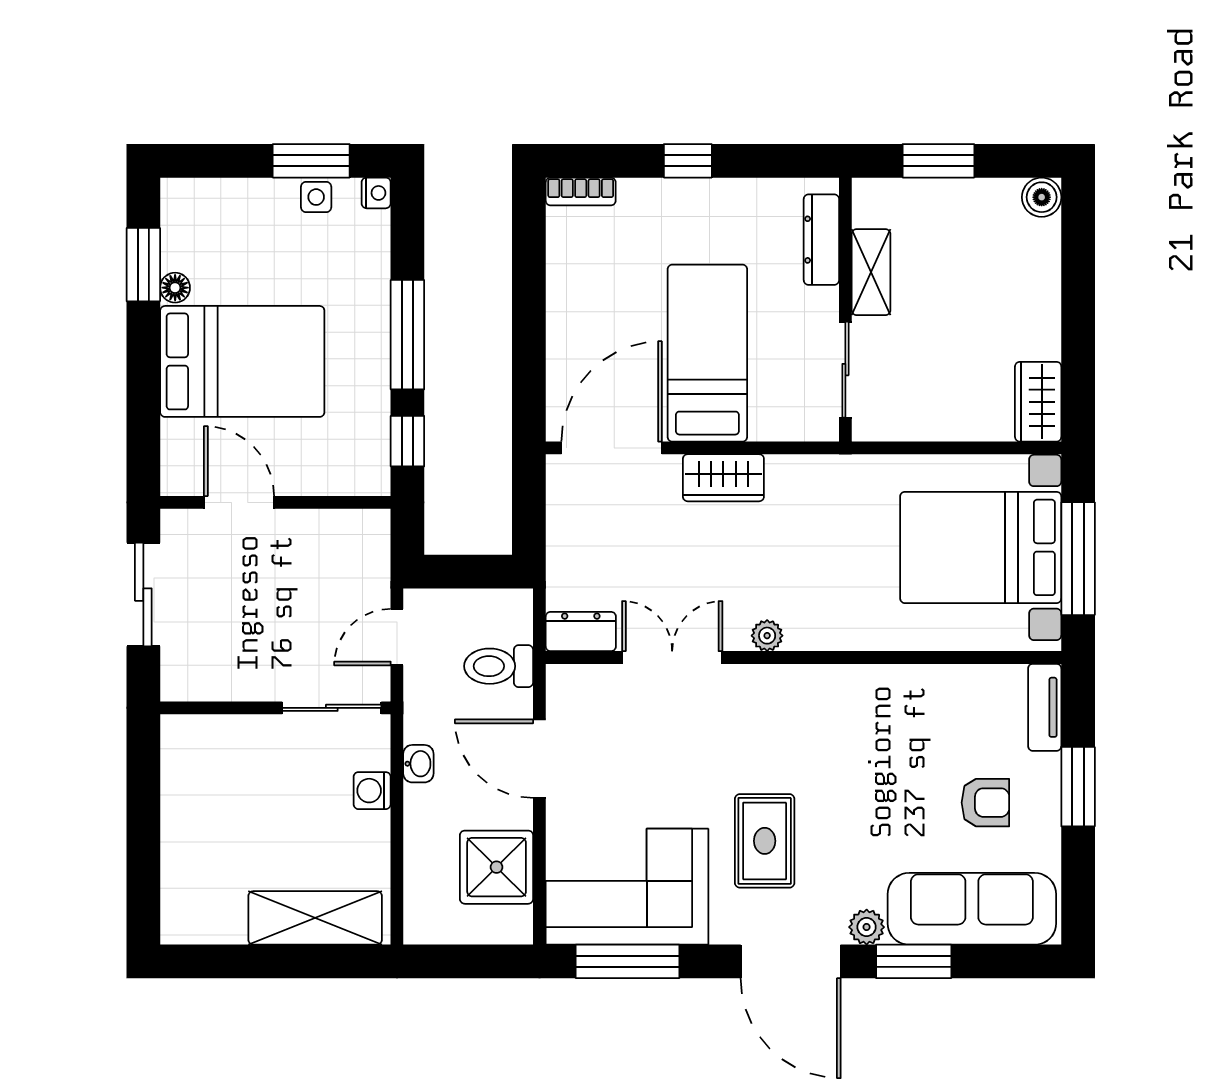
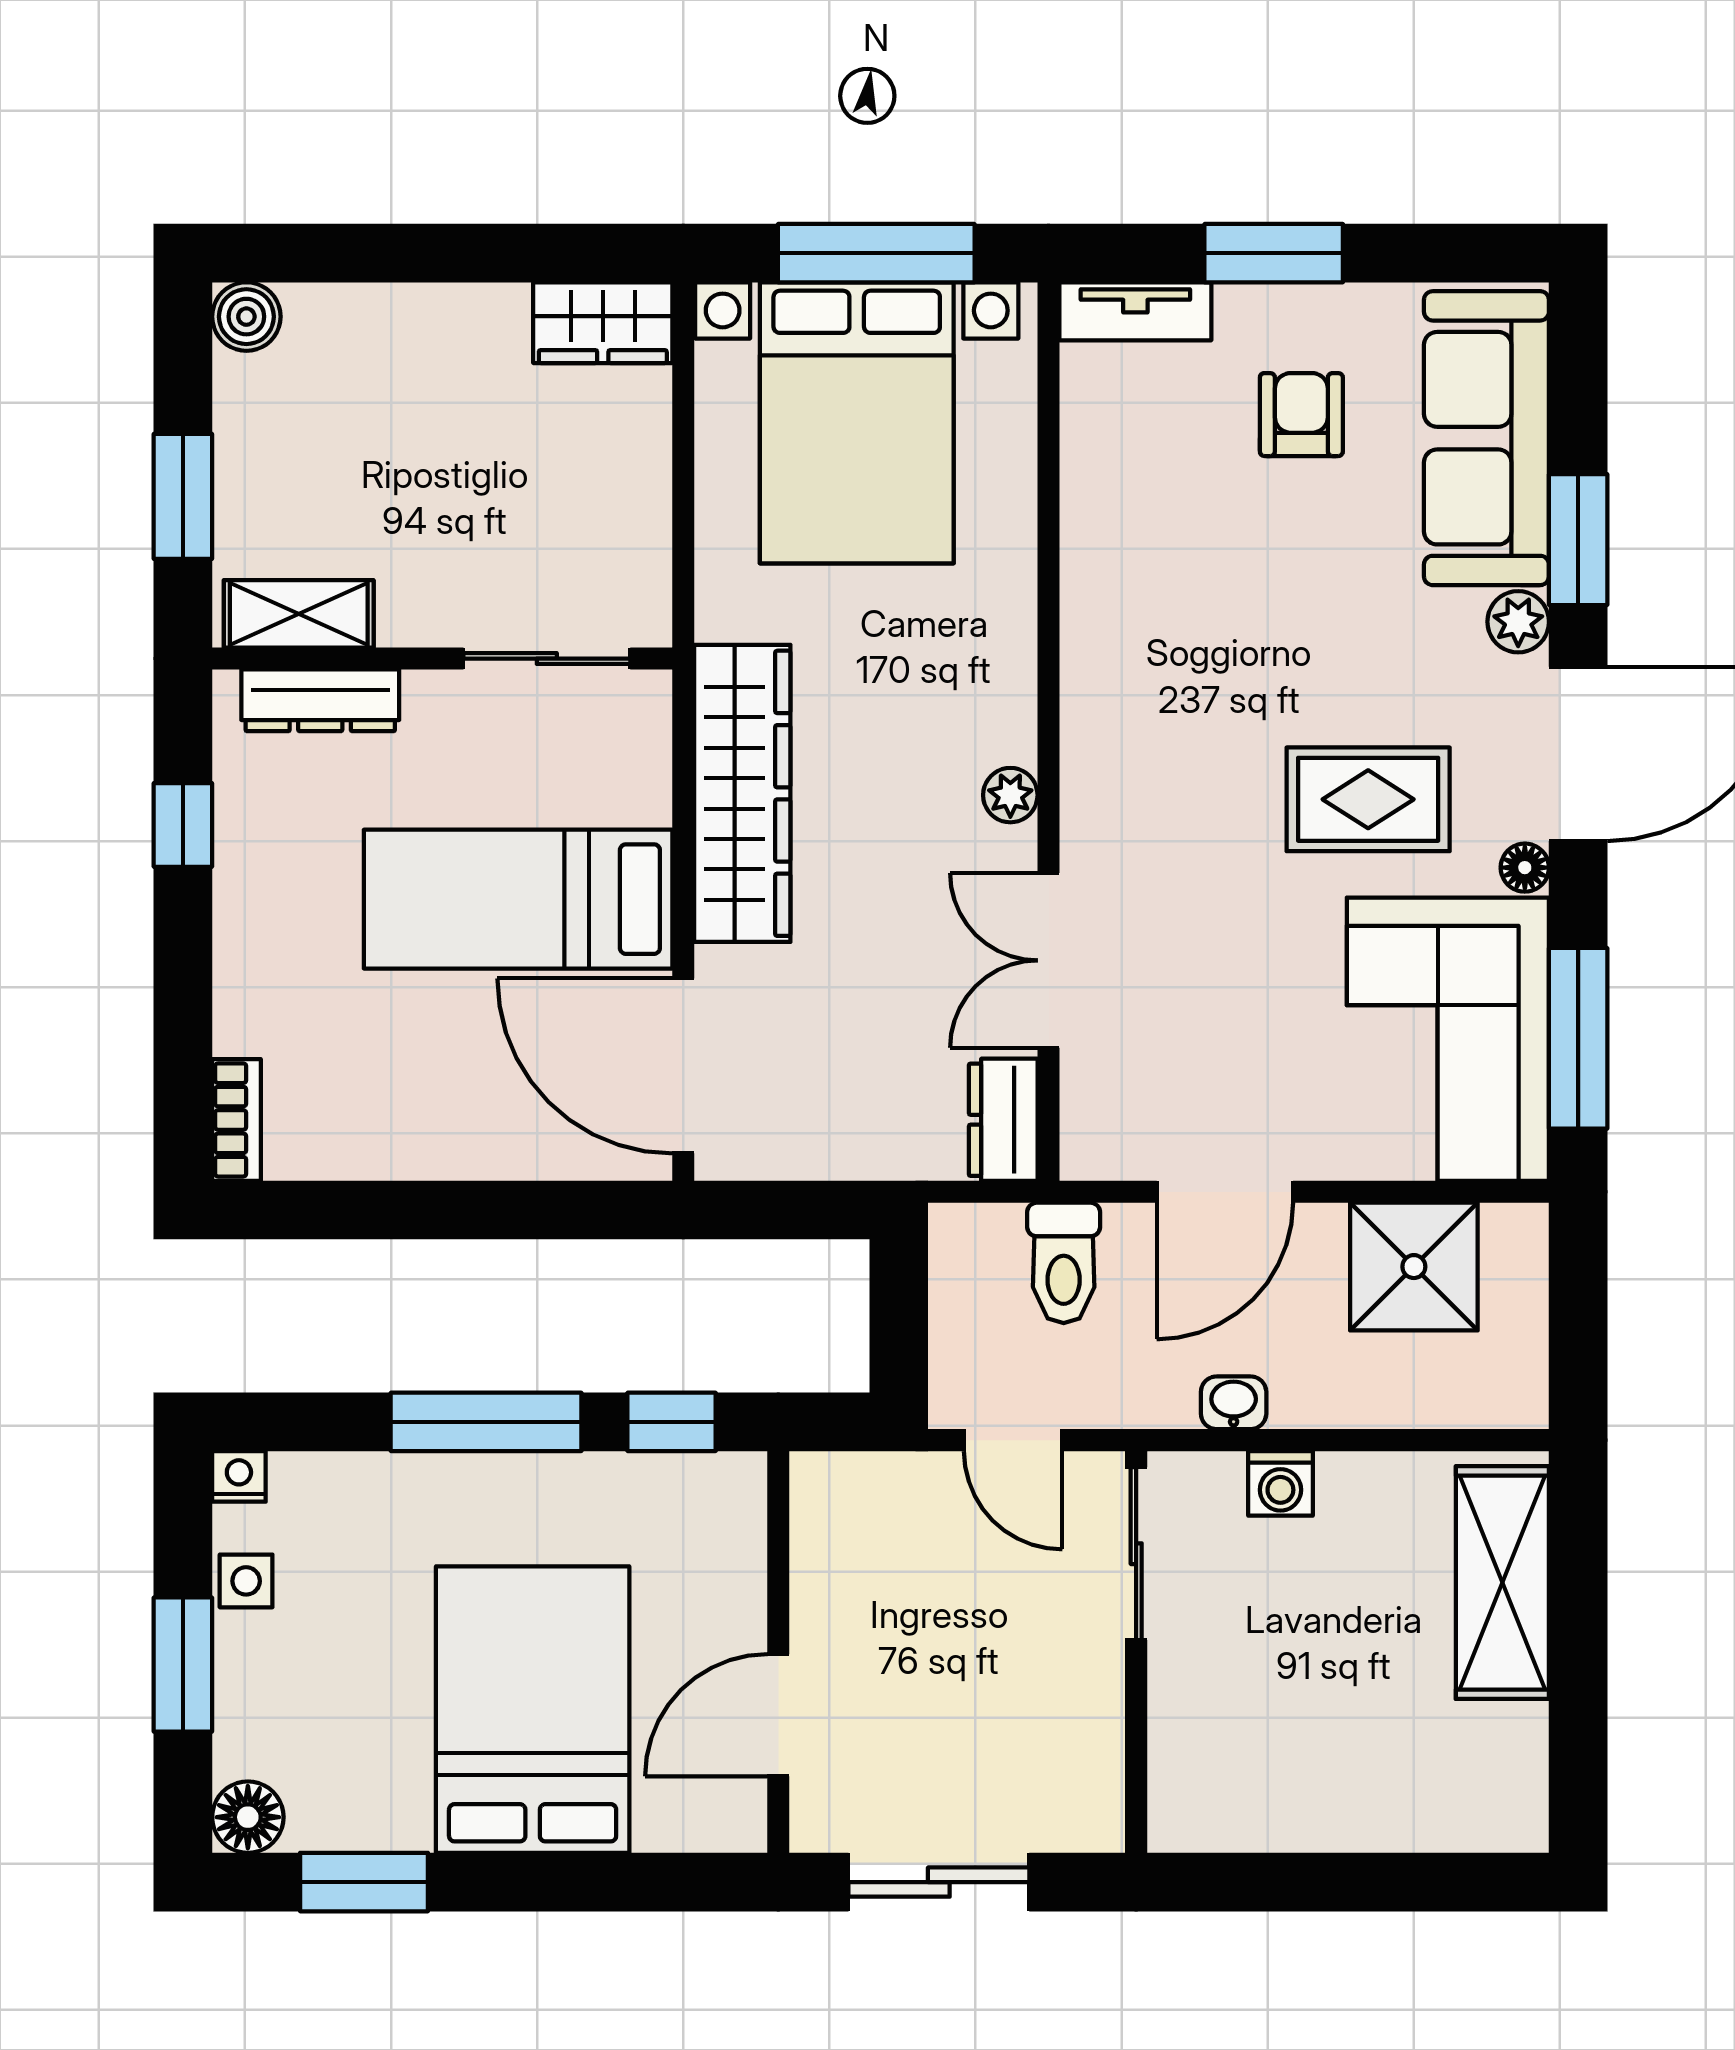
window: (311, 161) -> (183, 1665), moved
window: (688, 161) -> (183, 825), moved
shelving: (871, 272) -> (299, 614), moved
floor lamp: (175, 288) -> (248, 1817), moved, width x1.37, depth x1.37
wardrobe: (723, 478) -> (742, 793), width x2.10, depth x1.17
floor lamp: (725, 931) -> (1525, 868), added

